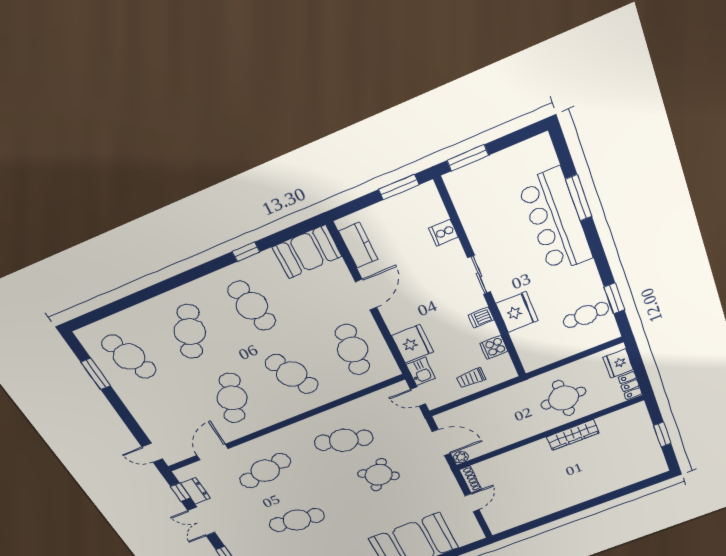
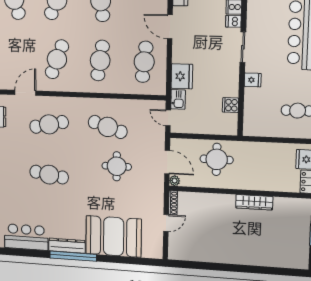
door: (366, 295) -> (170, 27), swing flipped
fridge: (517, 312) -> (253, 80), width x0.53, depth x0.75
dishwasher: (481, 318) -> (233, 21), moved
cafe table: (292, 374) -> (100, 61), turned 33
trolley: (471, 378) -> (207, 121), removed
round table: (563, 398) -> (217, 159), moved
round table: (379, 475) -> (117, 166), turned -32

